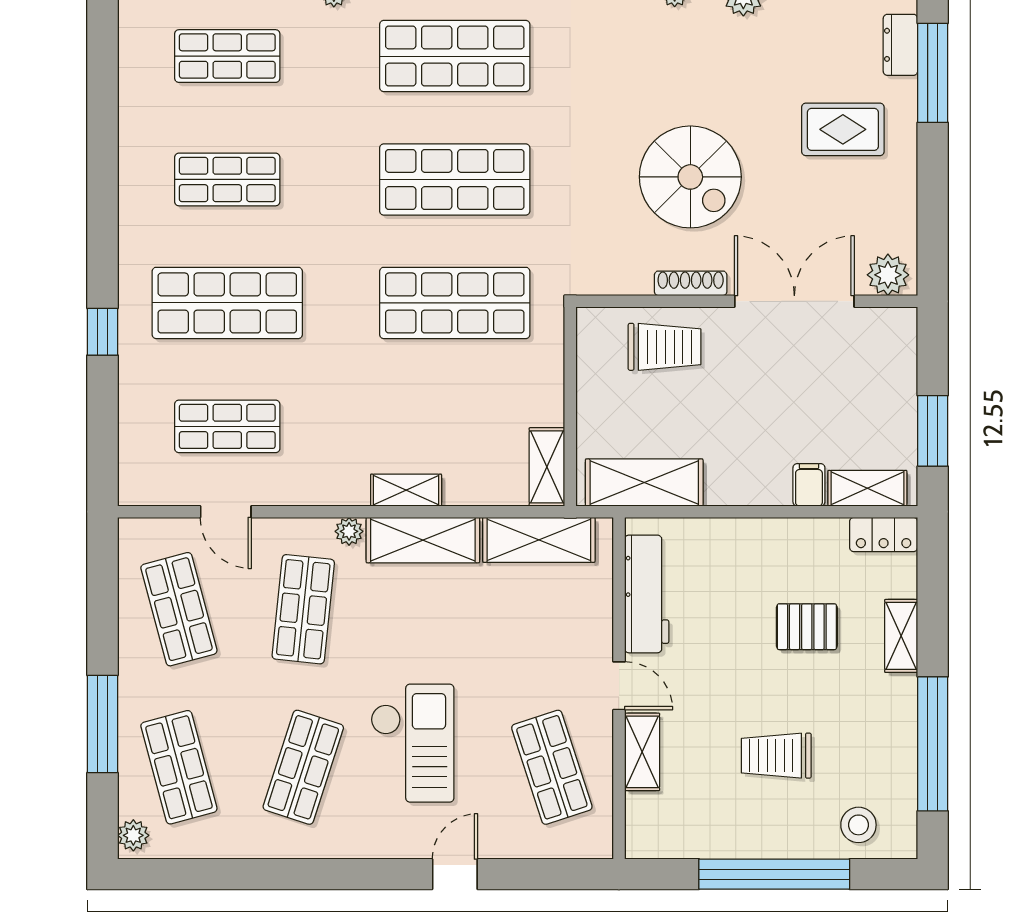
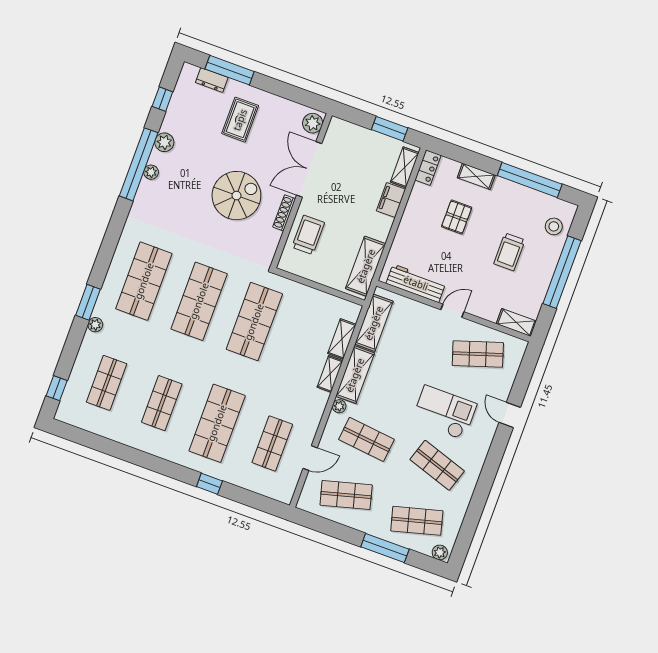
shelving: (547, 467) -> (342, 339), moved, turned 90
filing cabinet: (809, 485) -> (391, 200), width x2.00
shelving: (642, 752) -> (516, 322), moved

